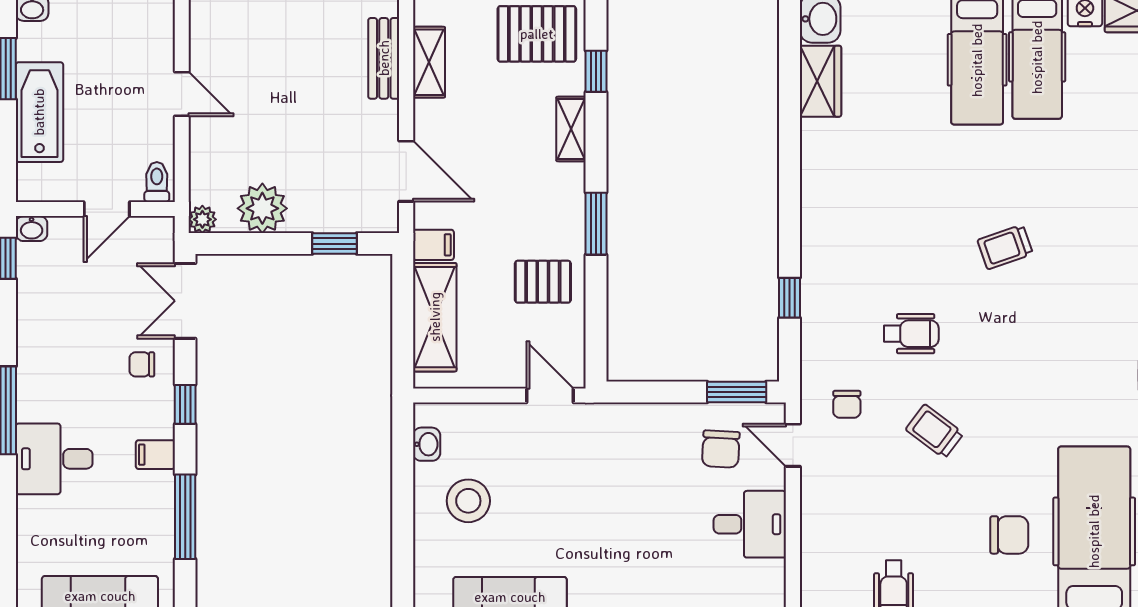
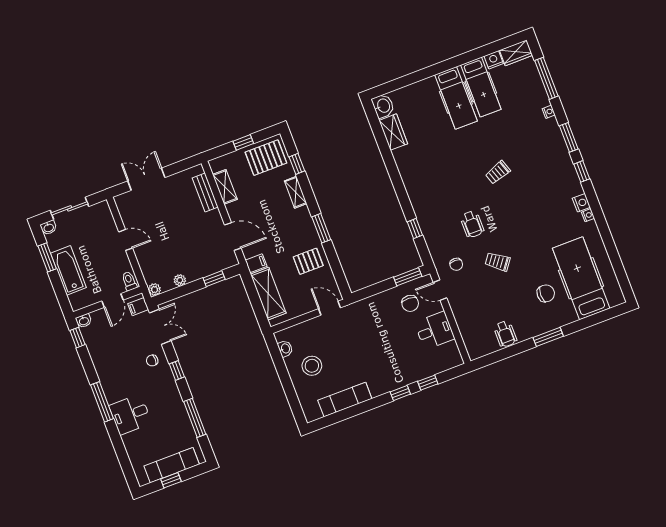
plant: (262, 208) -> (180, 280), width x0.53, depth x0.53
double door: (185, 301) -> (160, 327), swing flipped
wheelchair: (911, 334) -> (472, 224), turned 90
filing cabinet: (155, 455) -> (138, 307), moved

